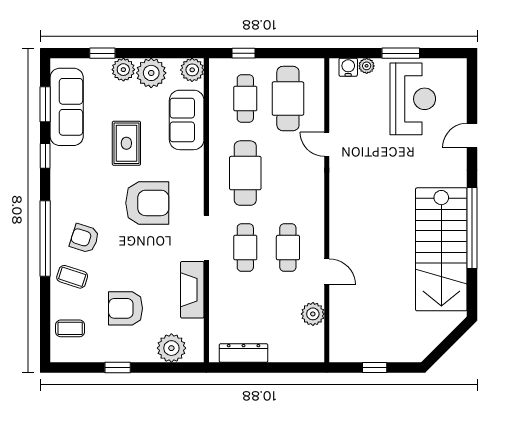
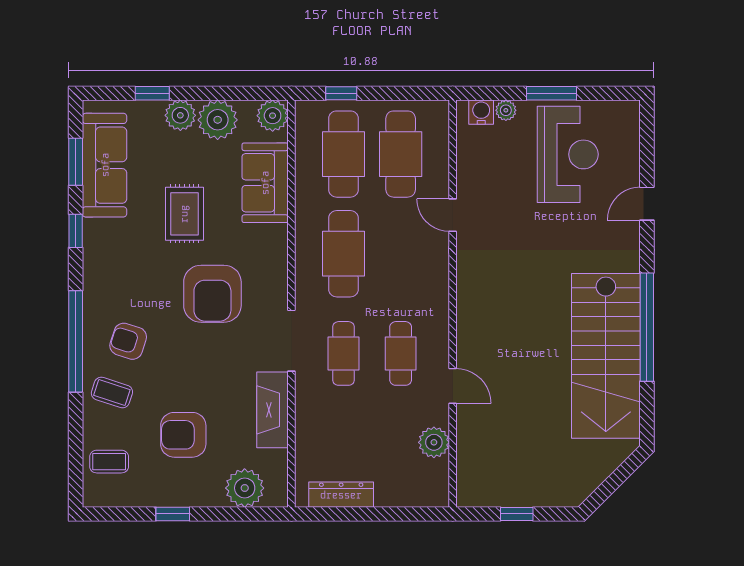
cafe table: (245, 99) -> (344, 154), width x1.37, depth x1.35
armchair: (147, 203) -> (212, 294), turned 90

